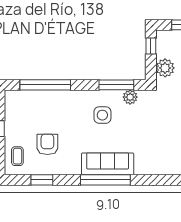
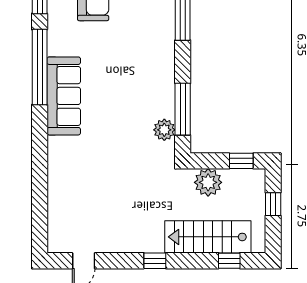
side table: (102, 115) -> (137, 88), removed
window: (105, 180) -> (40, 67), moved

